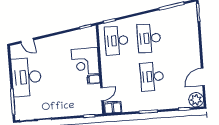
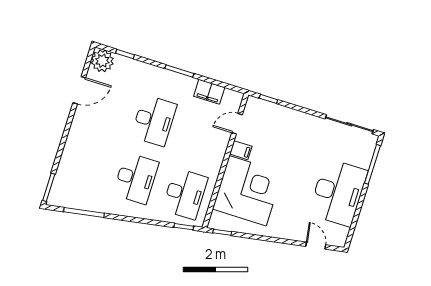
corner desk: (85, 61) -> (248, 191), width x1.36, depth x1.36
filing cabinet: (113, 107) -> (209, 92), moved

